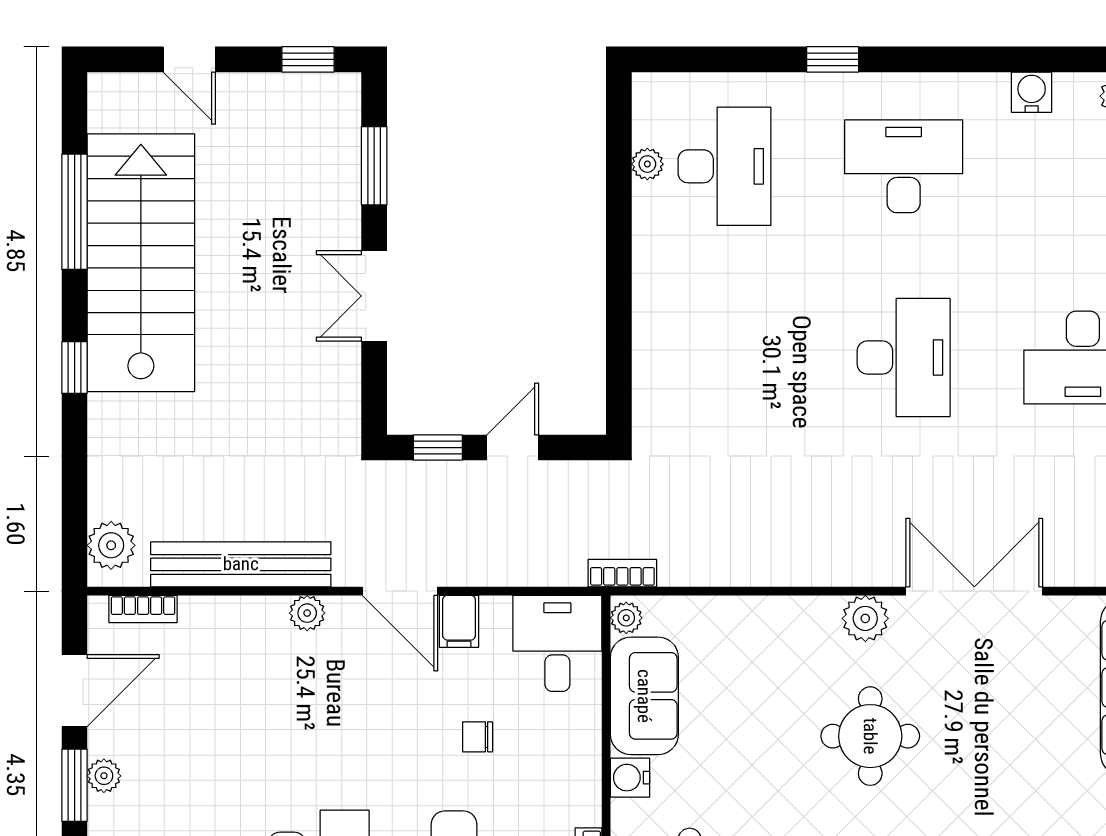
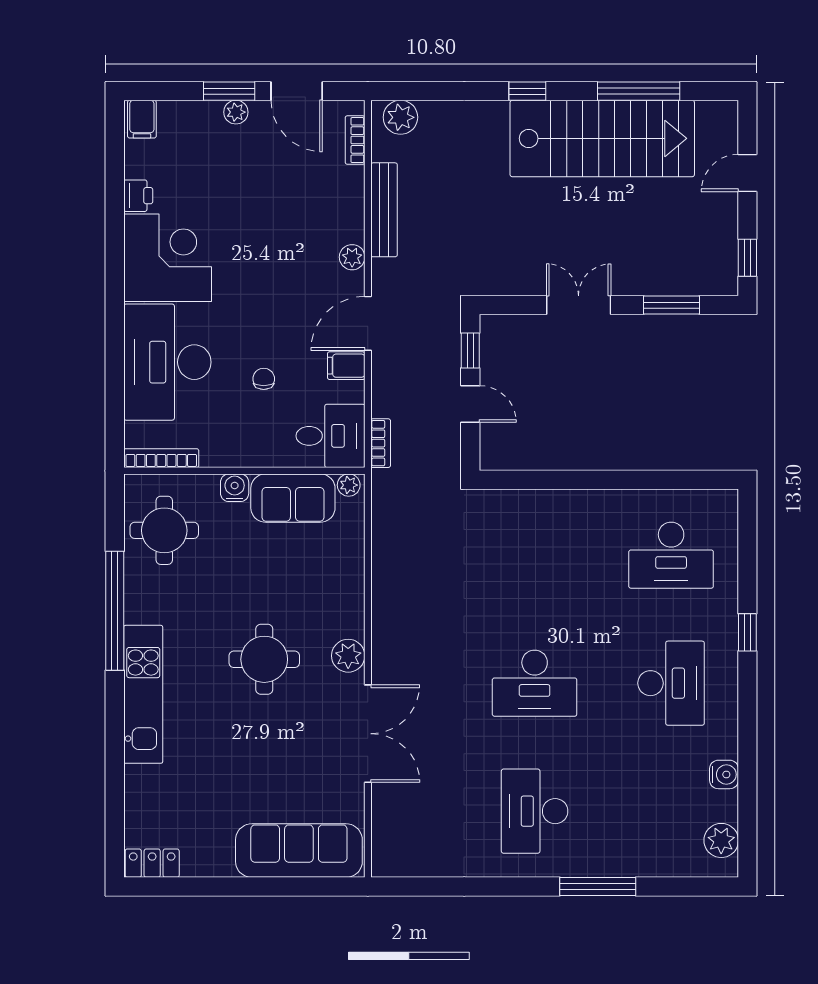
plant: (647, 164) -> (673, 500), removed
bench: (241, 564) -> (384, 210), width x0.73, depth x0.82
bookcase: (622, 573) -> (381, 443), moved

